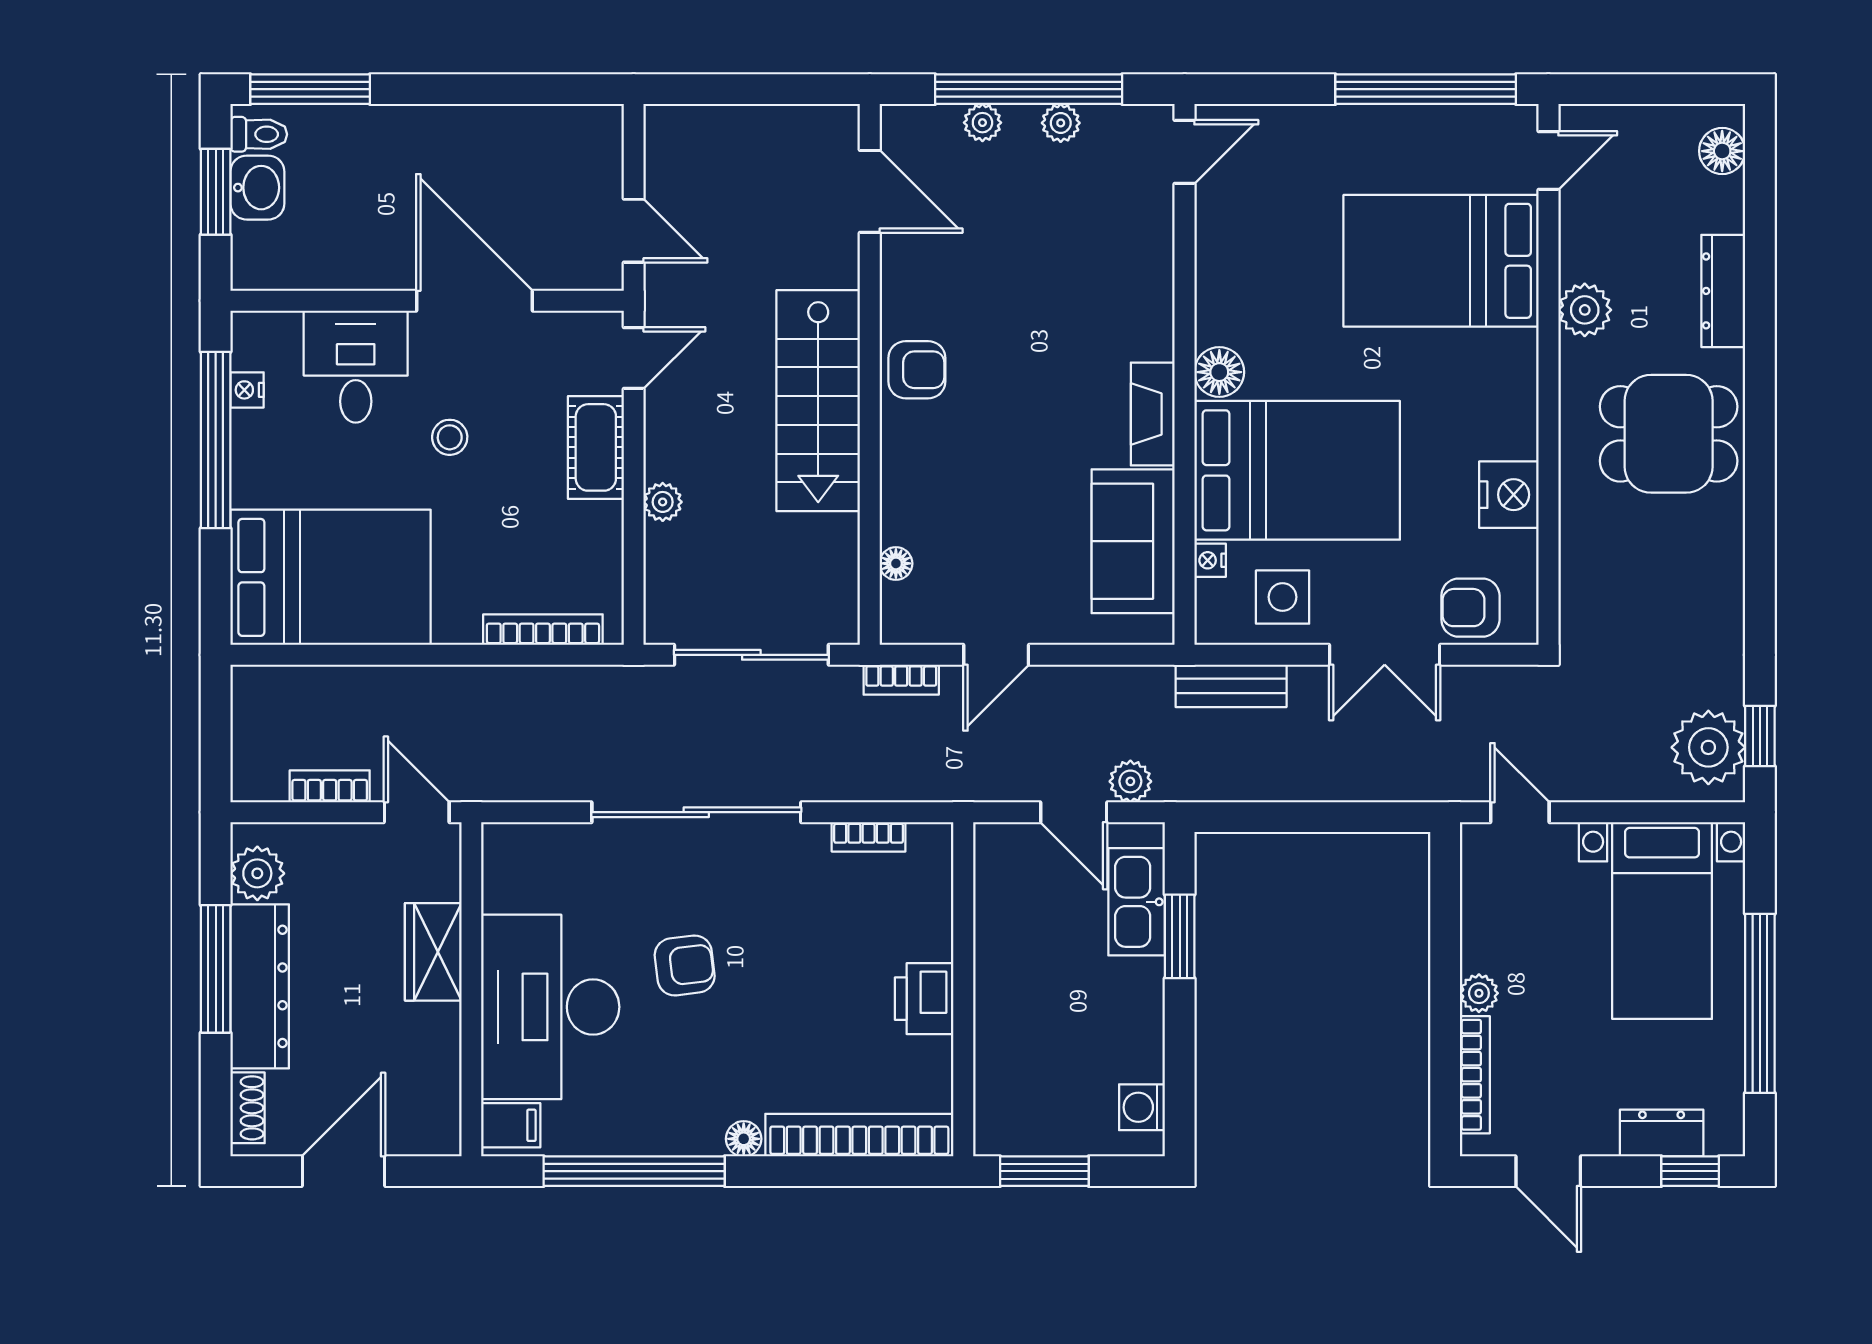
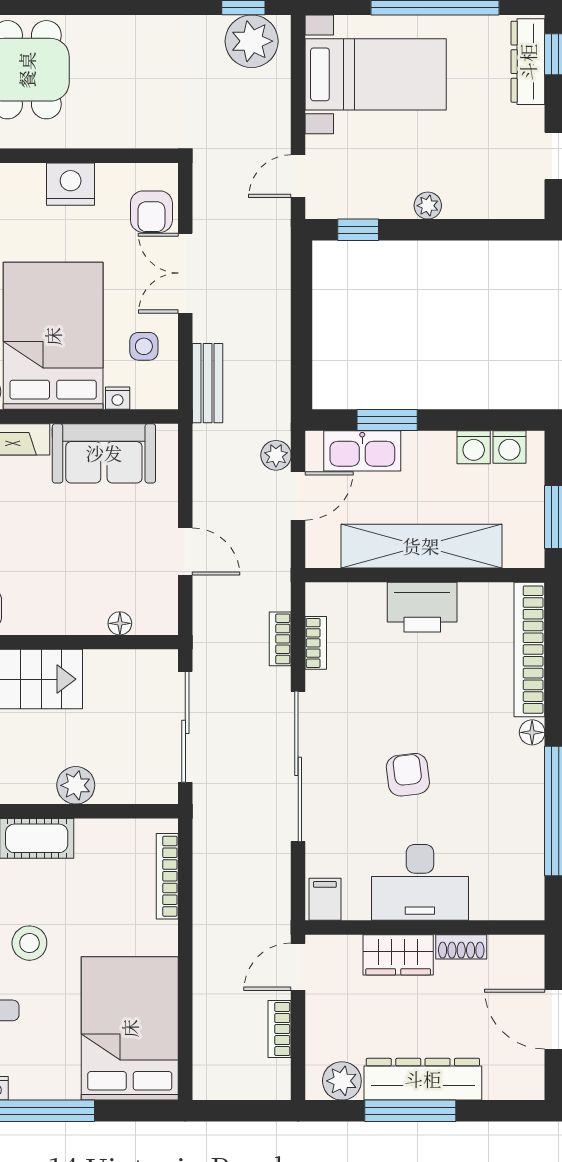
stool: (450, 437) -> (29, 943), width x1.37, depth x1.37
plant: (663, 502) -> (76, 785), width x1.38, depth x1.38
side table: (1283, 597) -> (144, 346), width x0.73, depth x0.73
double door: (1385, 655) -> (185, 273), swing flipped
bookcase: (901, 680) -> (280, 639), moved, turned 180
window: (1445, 896) -> (358, 230), added
shelving: (1004, 984) -> (421, 546), added
printer: (924, 999) -> (422, 607), width x1.37, depth x1.19
desk: (550, 1007) -> (420, 882), width x0.73, depth x0.77
washing machine: (1142, 1057) -> (474, 447), added
bookcase: (1475, 1075) -> (486, 208), removed
shoe rack: (248, 1108) -> (461, 947), moved, turned 180
filing cabinet: (511, 1125) -> (325, 899), moved
dresser: (1662, 1133) -> (528, 62), width x1.44

